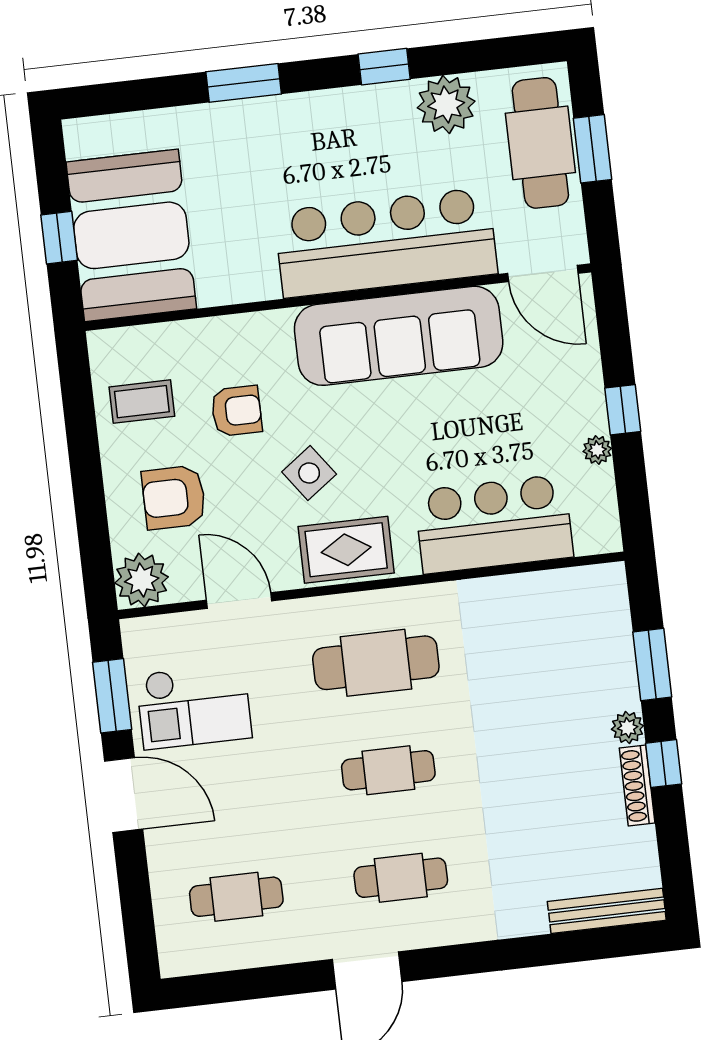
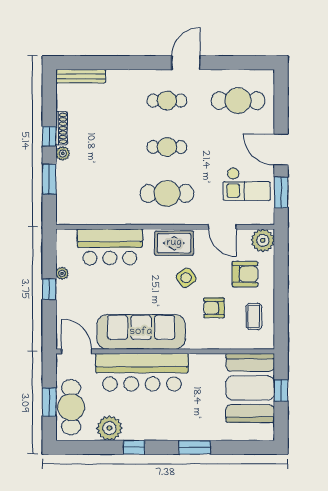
coffee table: (142, 402) -> (254, 316), turned 90
checkout: (194, 706) -> (247, 184), turned 180
cafe table: (236, 897) -> (238, 101), width x1.37, depth x1.35

